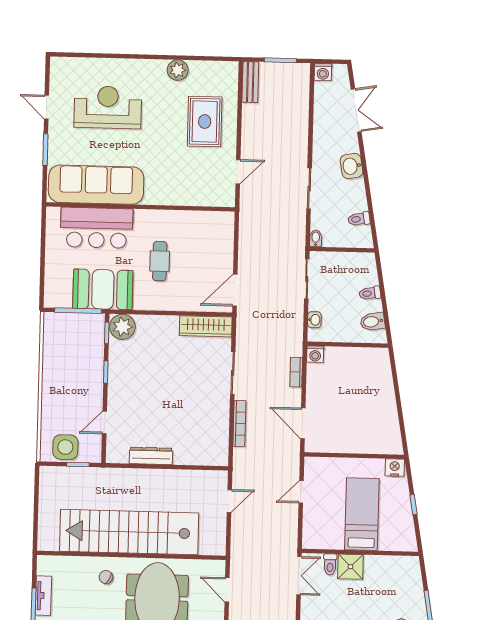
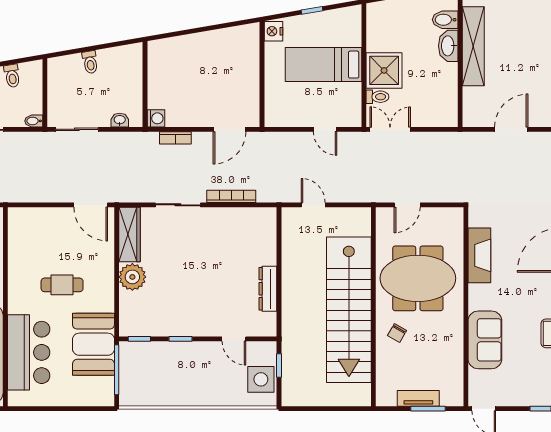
bidet: (373, 322) -> (120, 59), removed
plant: (122, 327) -> (132, 277), moved
door: (301, 492) -> (325, 129), moved
shower: (350, 567) -> (384, 70), width x1.36, depth x1.36

